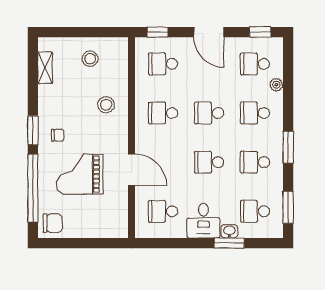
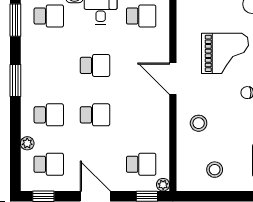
plant: (141, 44) -> (163, 185), added
school desk: (163, 113) -> (141, 115), removed
school desk: (255, 162) -> (49, 65), removed
door: (132, 170) -> (173, 79), moved

